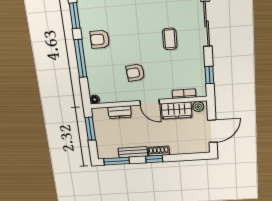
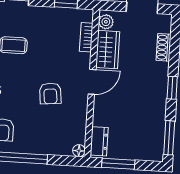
dresser: (120, 112) -> (99, 141), moved
shoe rack: (159, 151) -> (164, 47), moved
bench: (133, 152) -> (159, 114), removed

